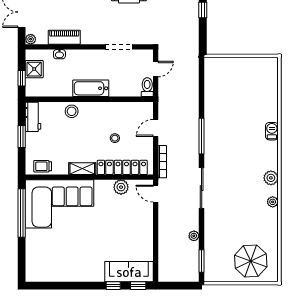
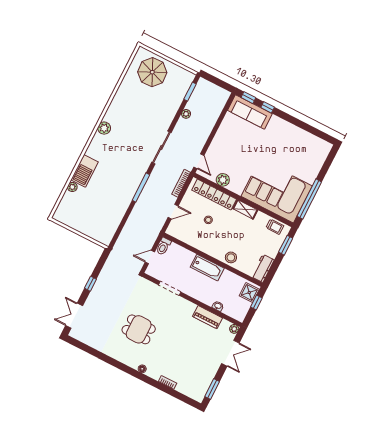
shower: (34, 69) -> (249, 293), moved
barbecue: (272, 131) -> (85, 171), width x1.88, depth x1.53
window: (22, 137) -> (286, 245), moved
plant: (273, 202) -> (72, 187), moved

